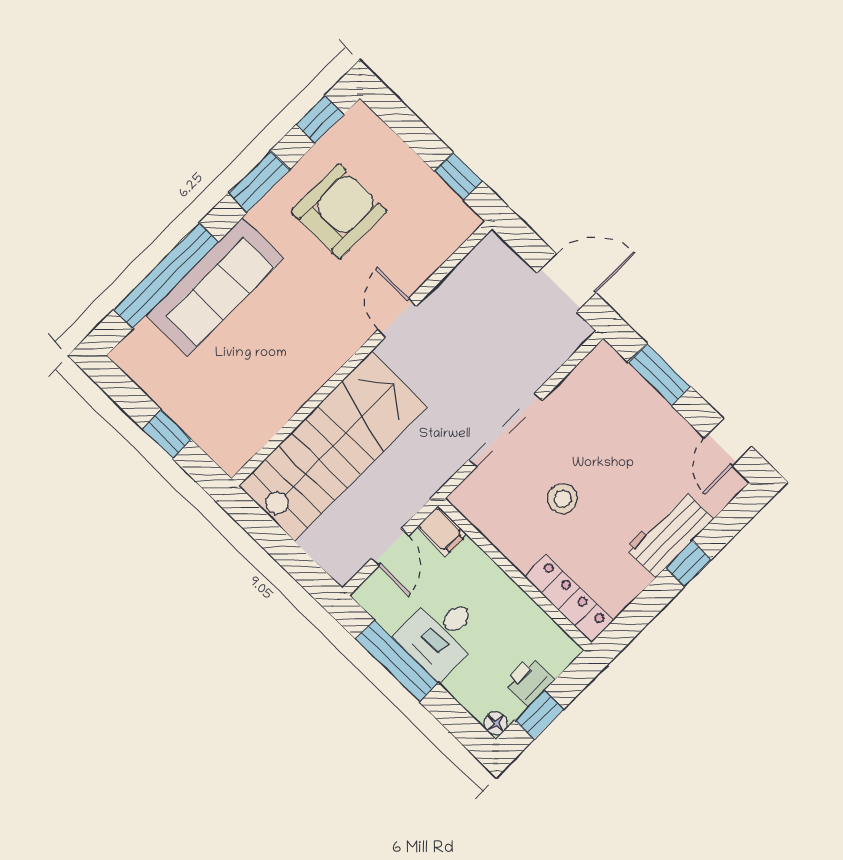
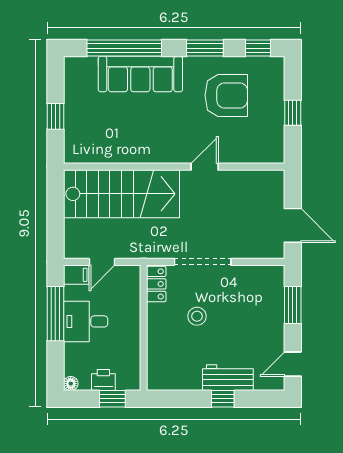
window: (458, 176) -> (293, 113), moved
filing cabinet: (442, 531) -> (76, 275), moved, turned -90
locker: (569, 599) -> (156, 284), moved, width x0.66
window: (539, 715) -> (112, 399), moved

